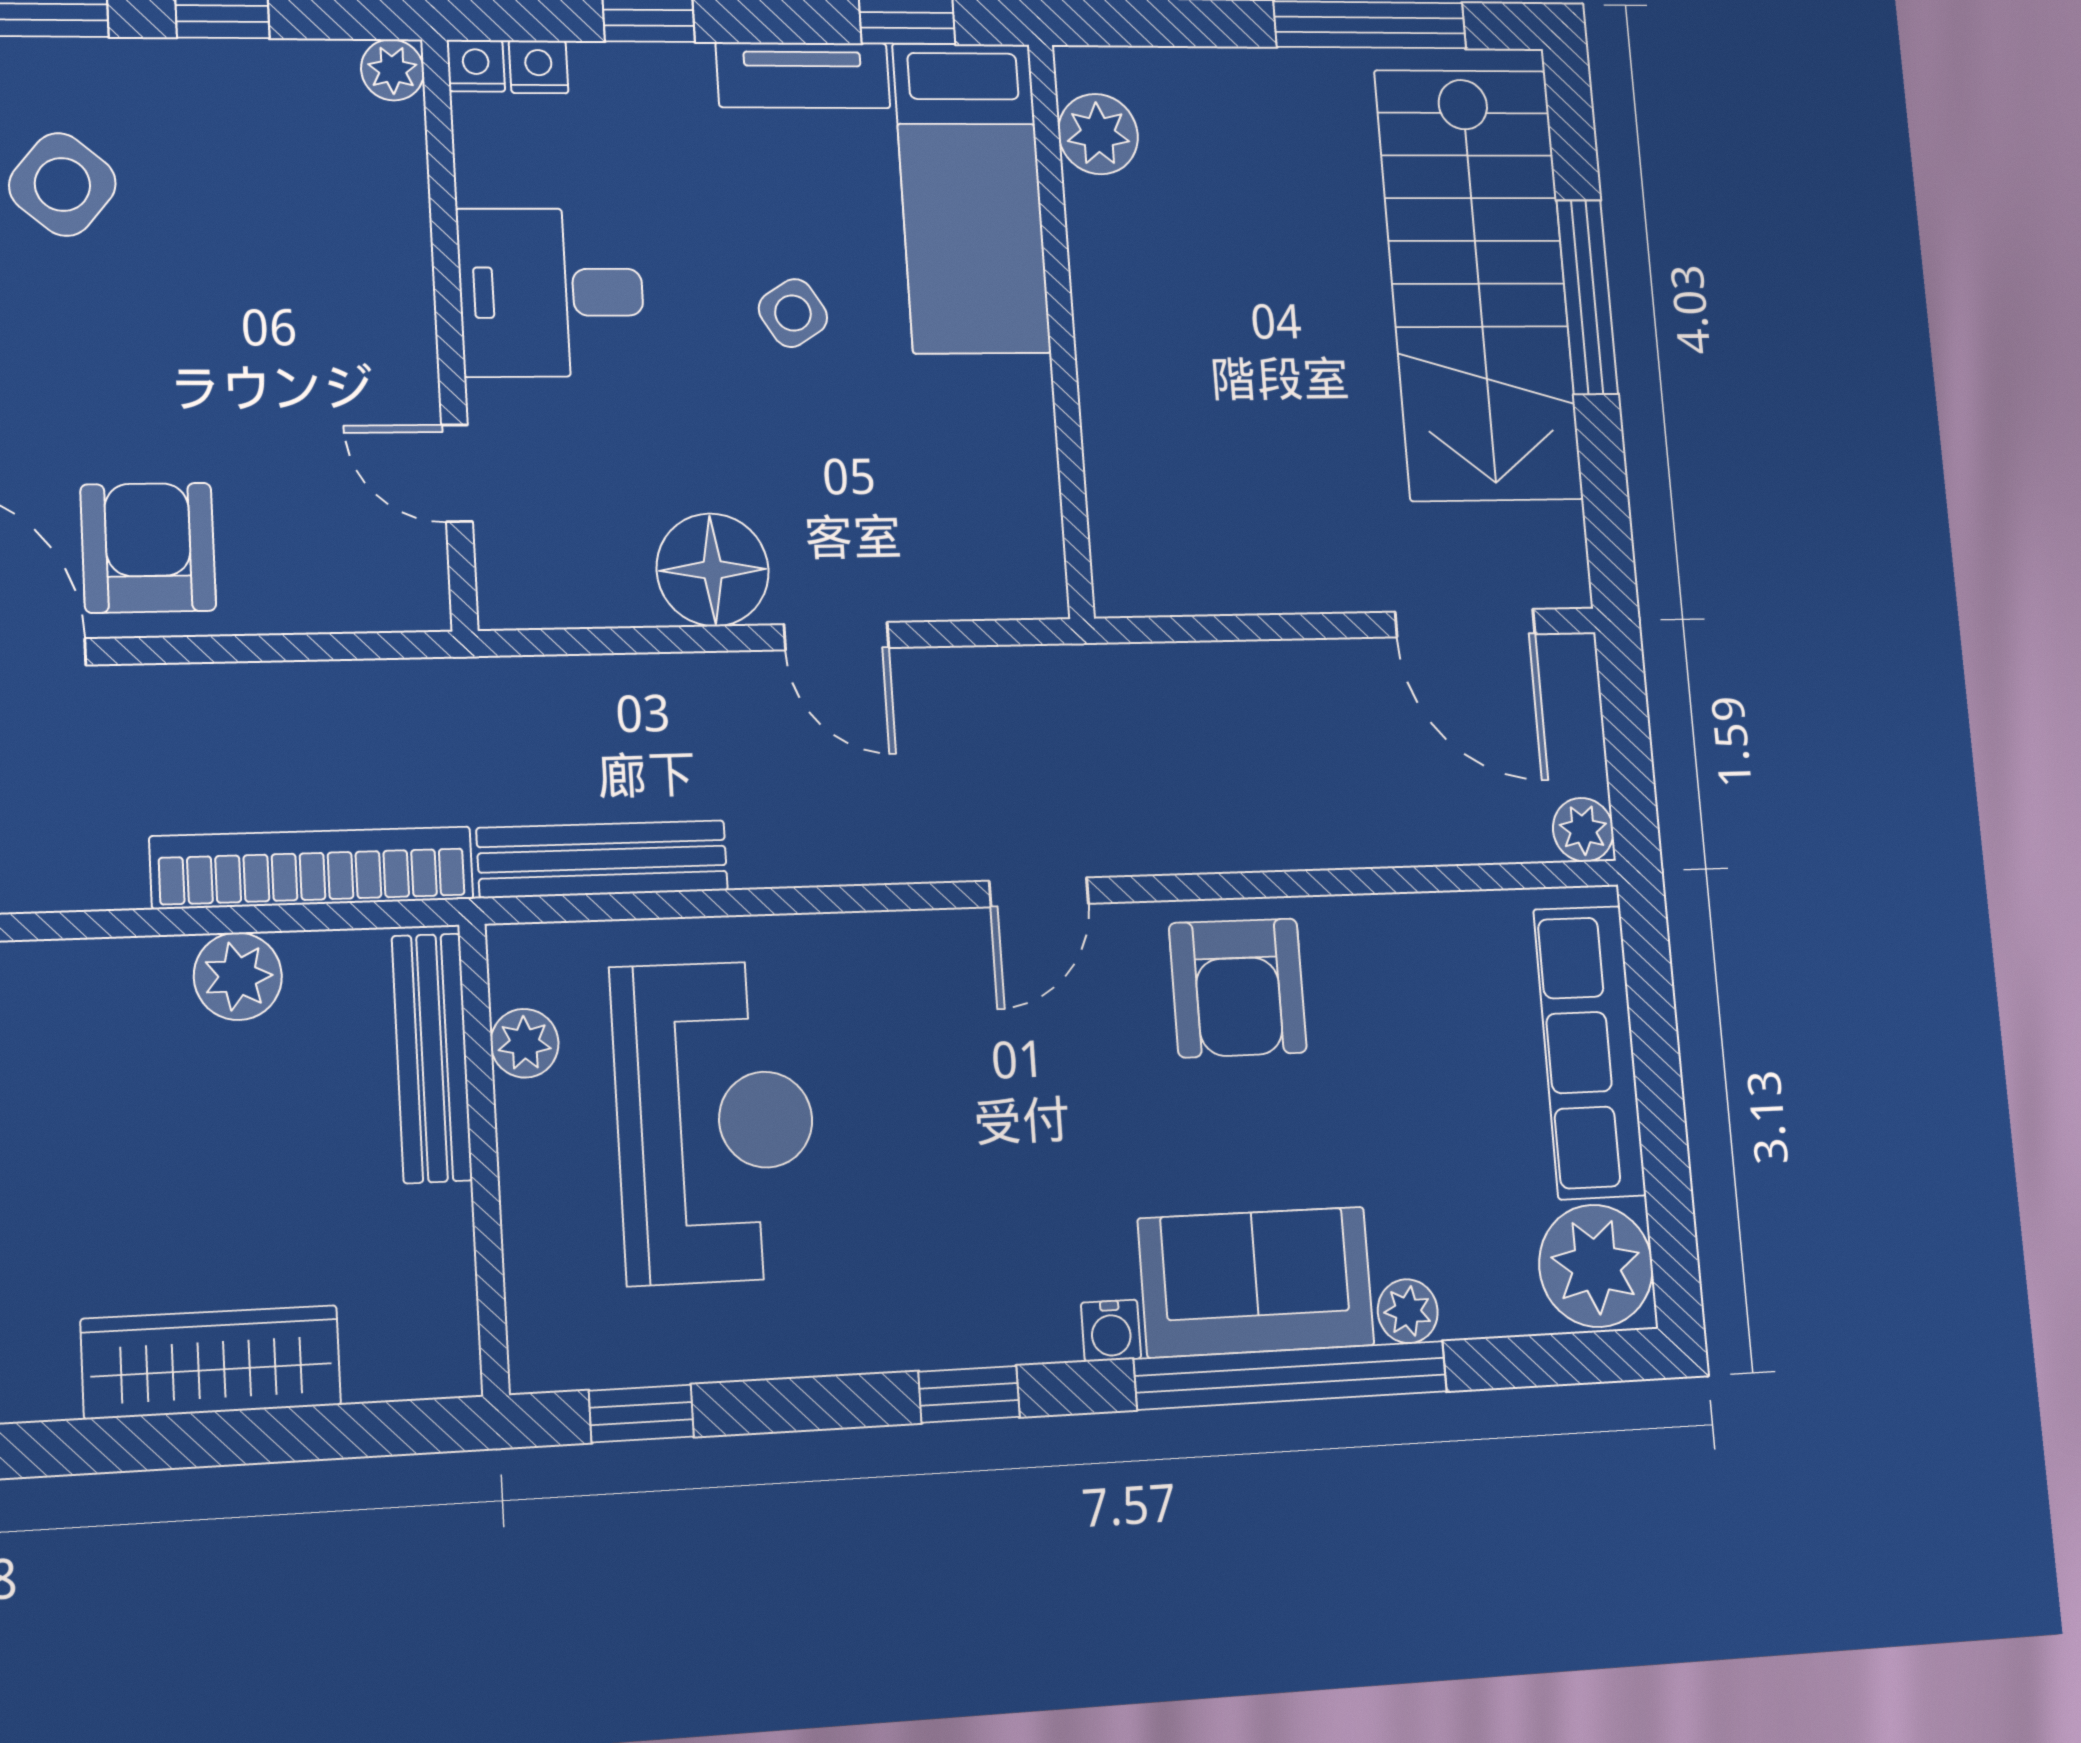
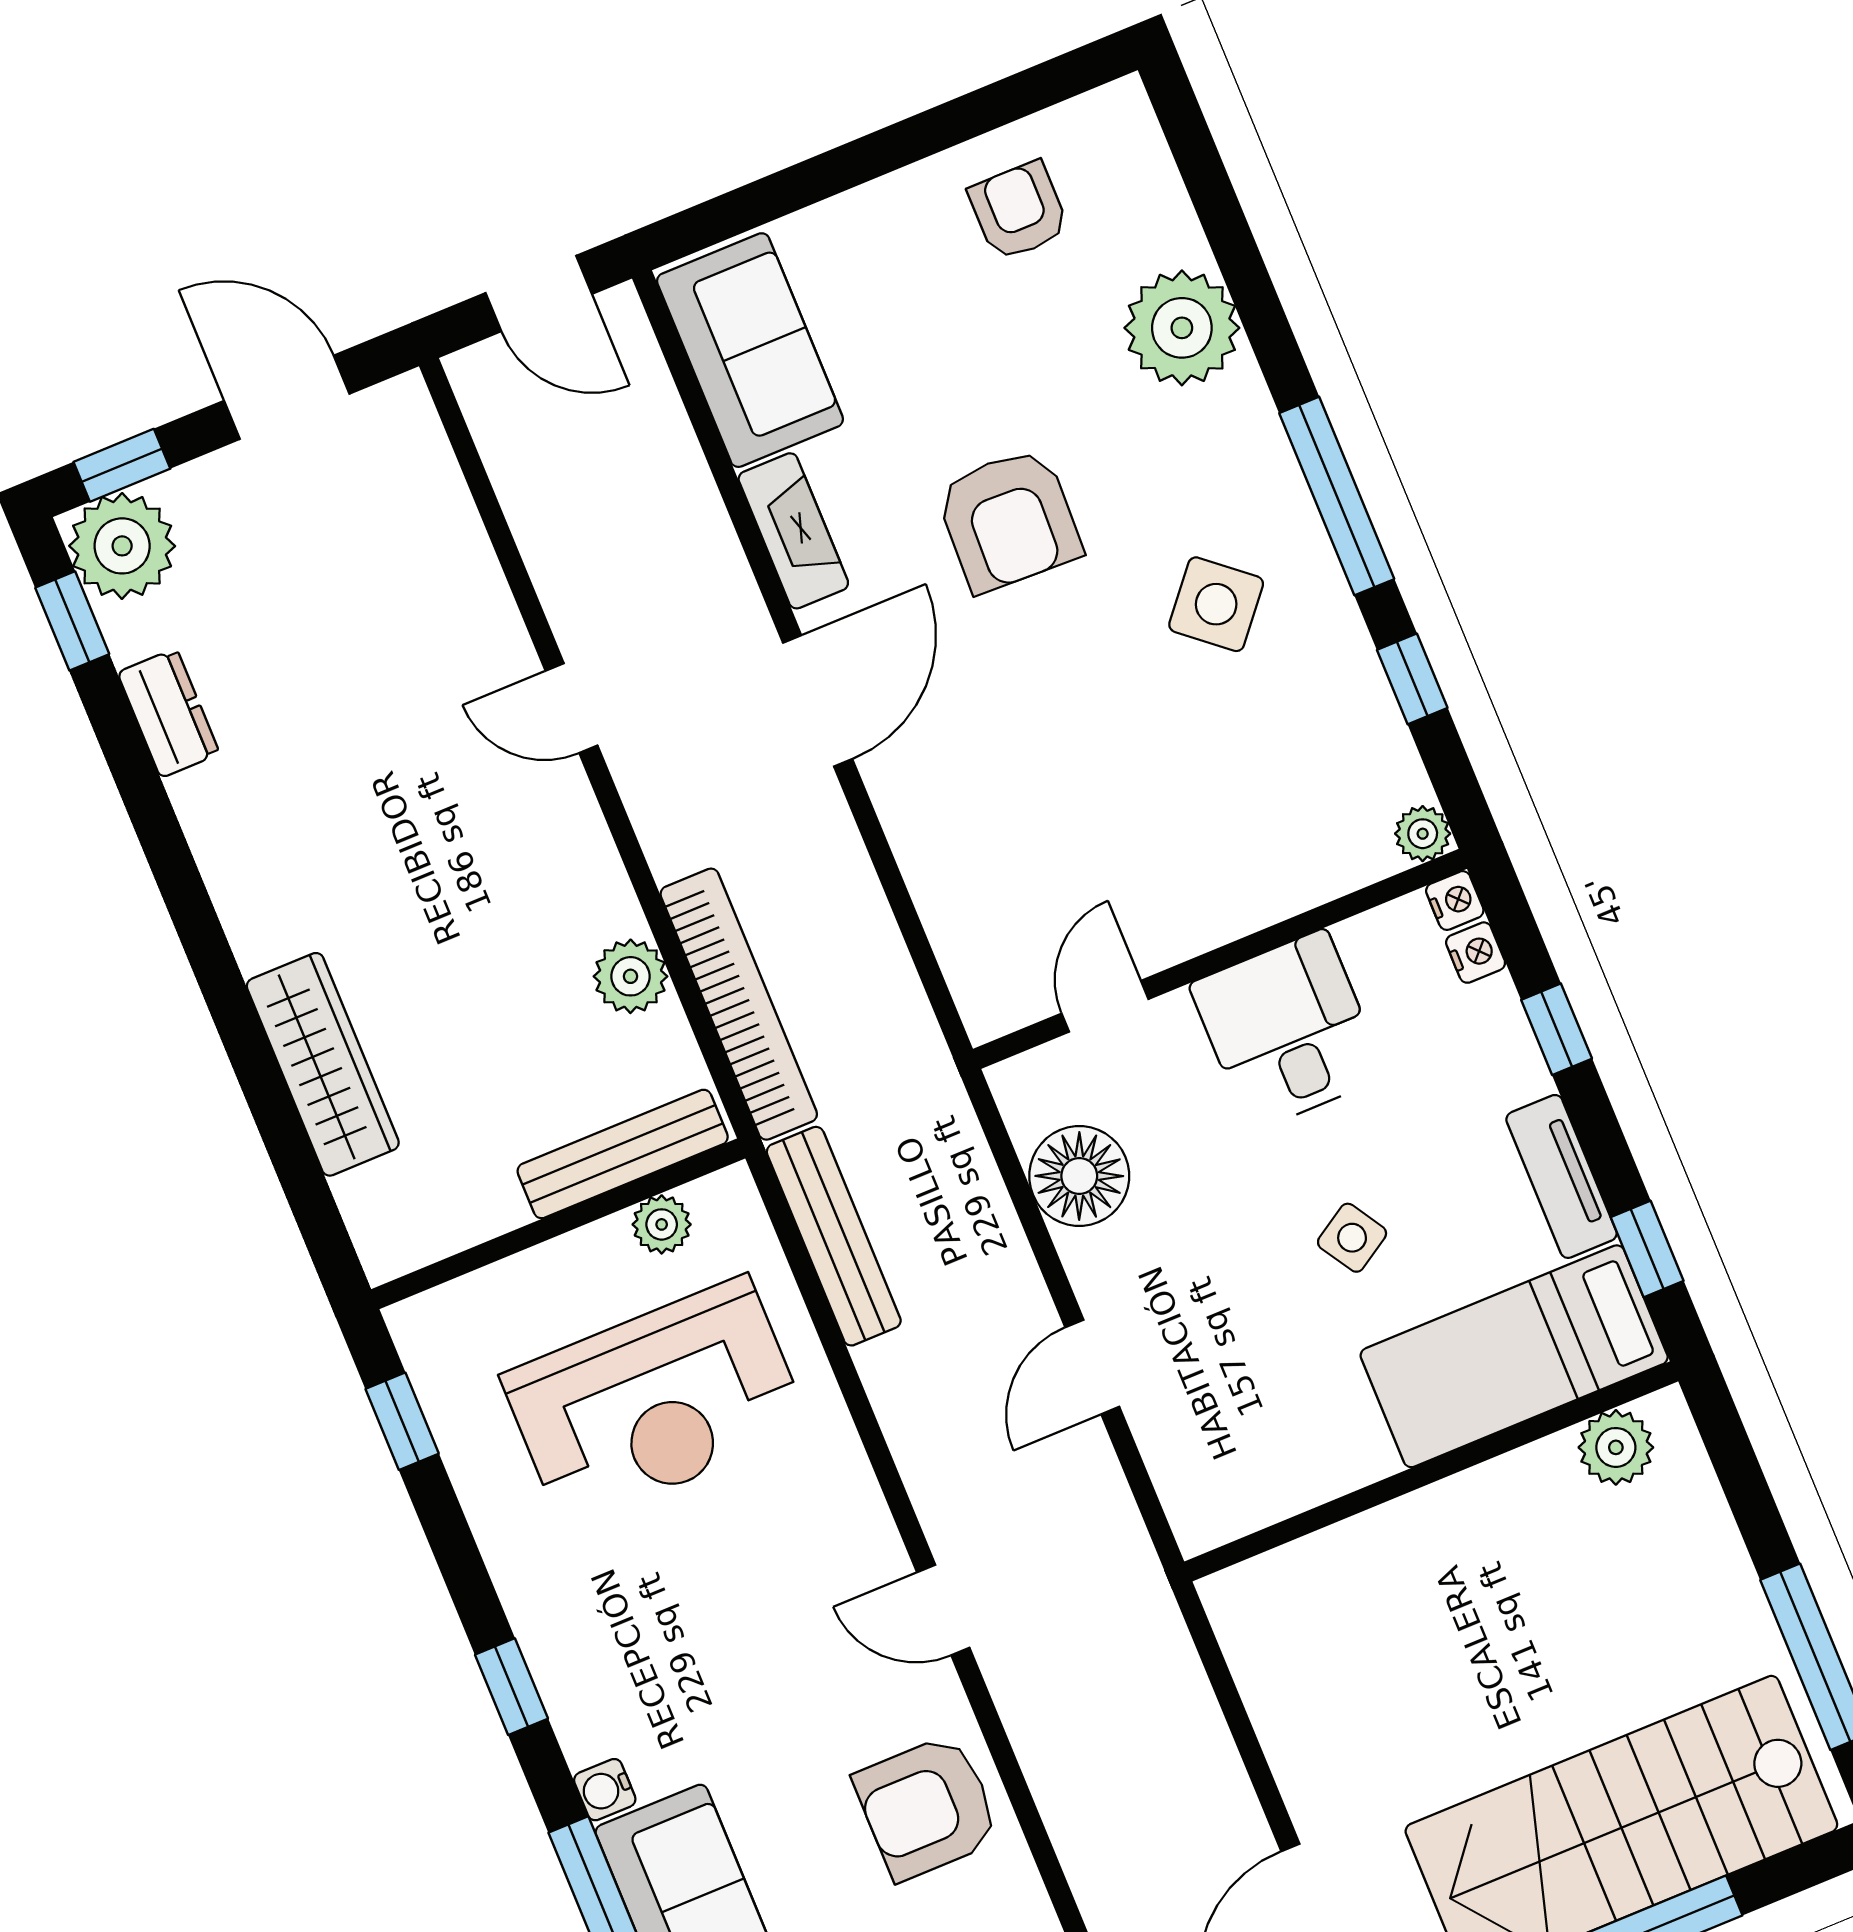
armchair: (148, 548) -> (946, 781), removed
floor lamp: (713, 570) -> (1079, 1176), moved

